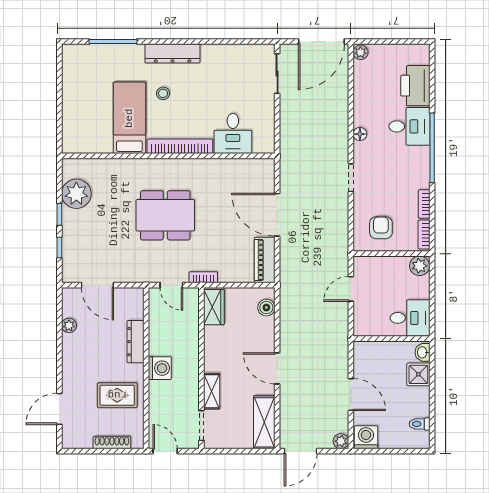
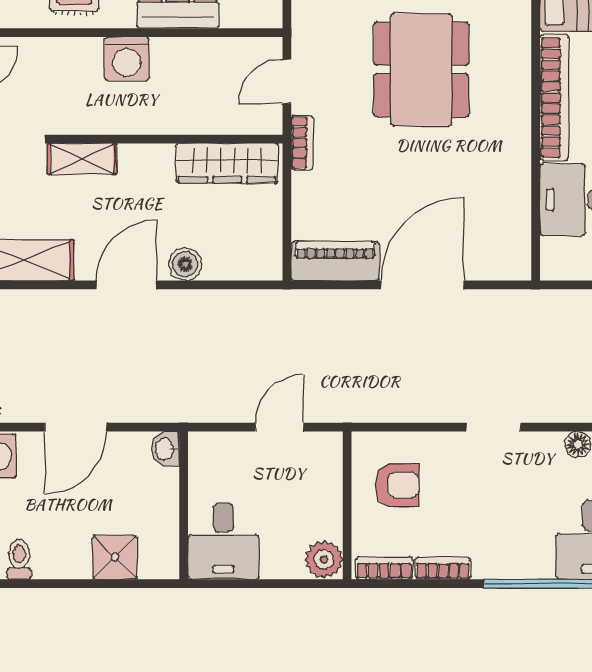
door: (351, 289) -> (279, 427), hinge flipped
wardrobe: (214, 307) -> (227, 163), width x1.50
boiler: (266, 308) -> (185, 264), moved
washbasin: (423, 352) -> (165, 449), moved, turned -90

